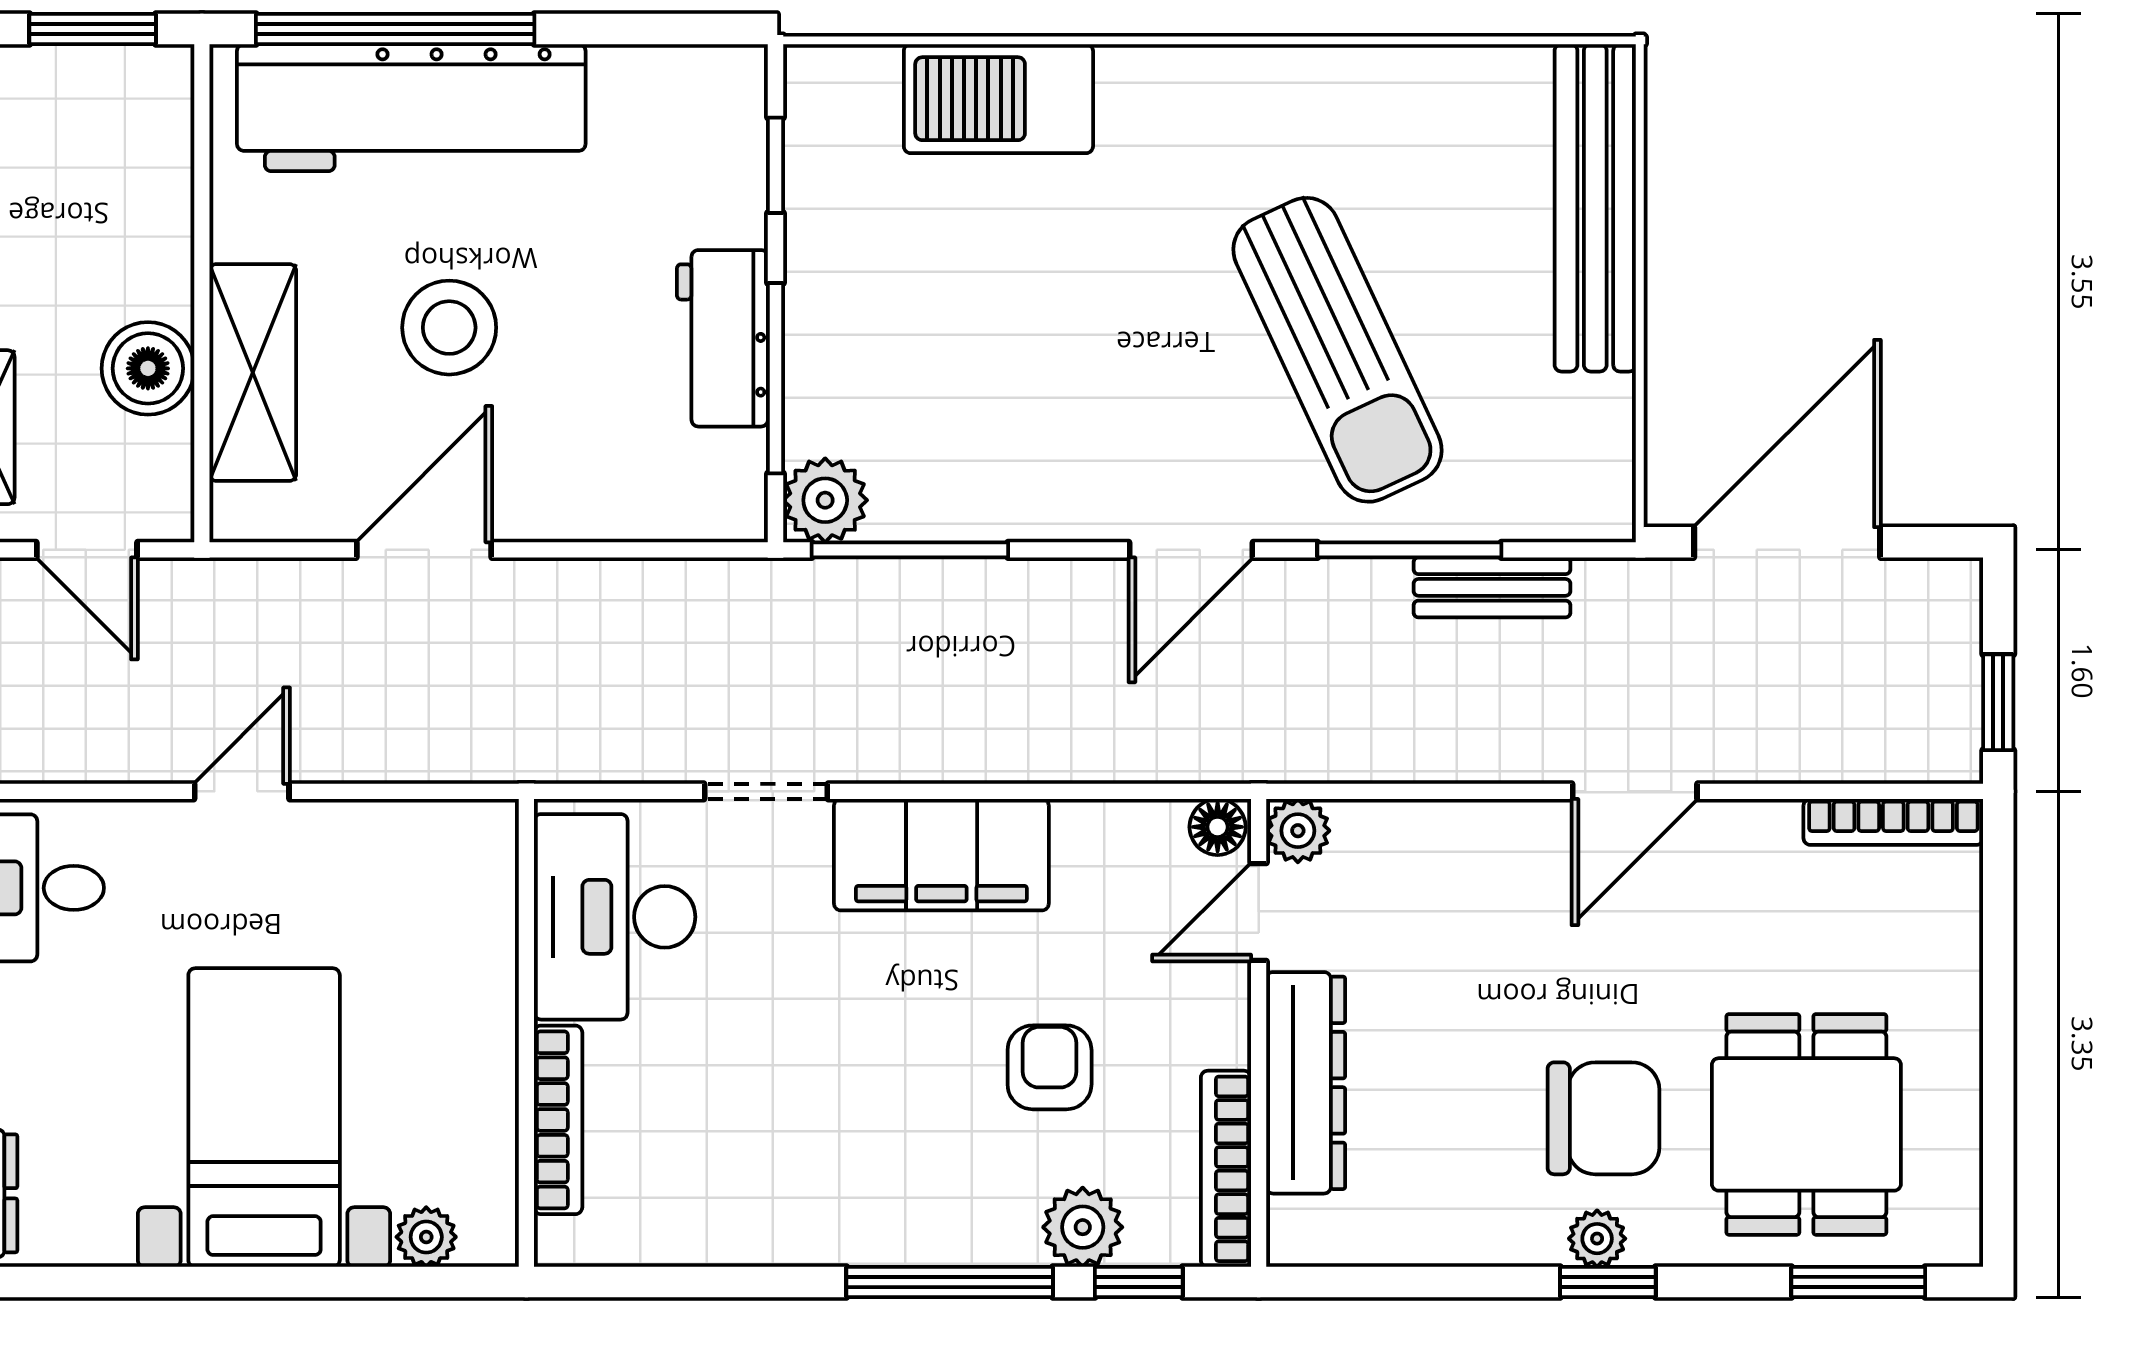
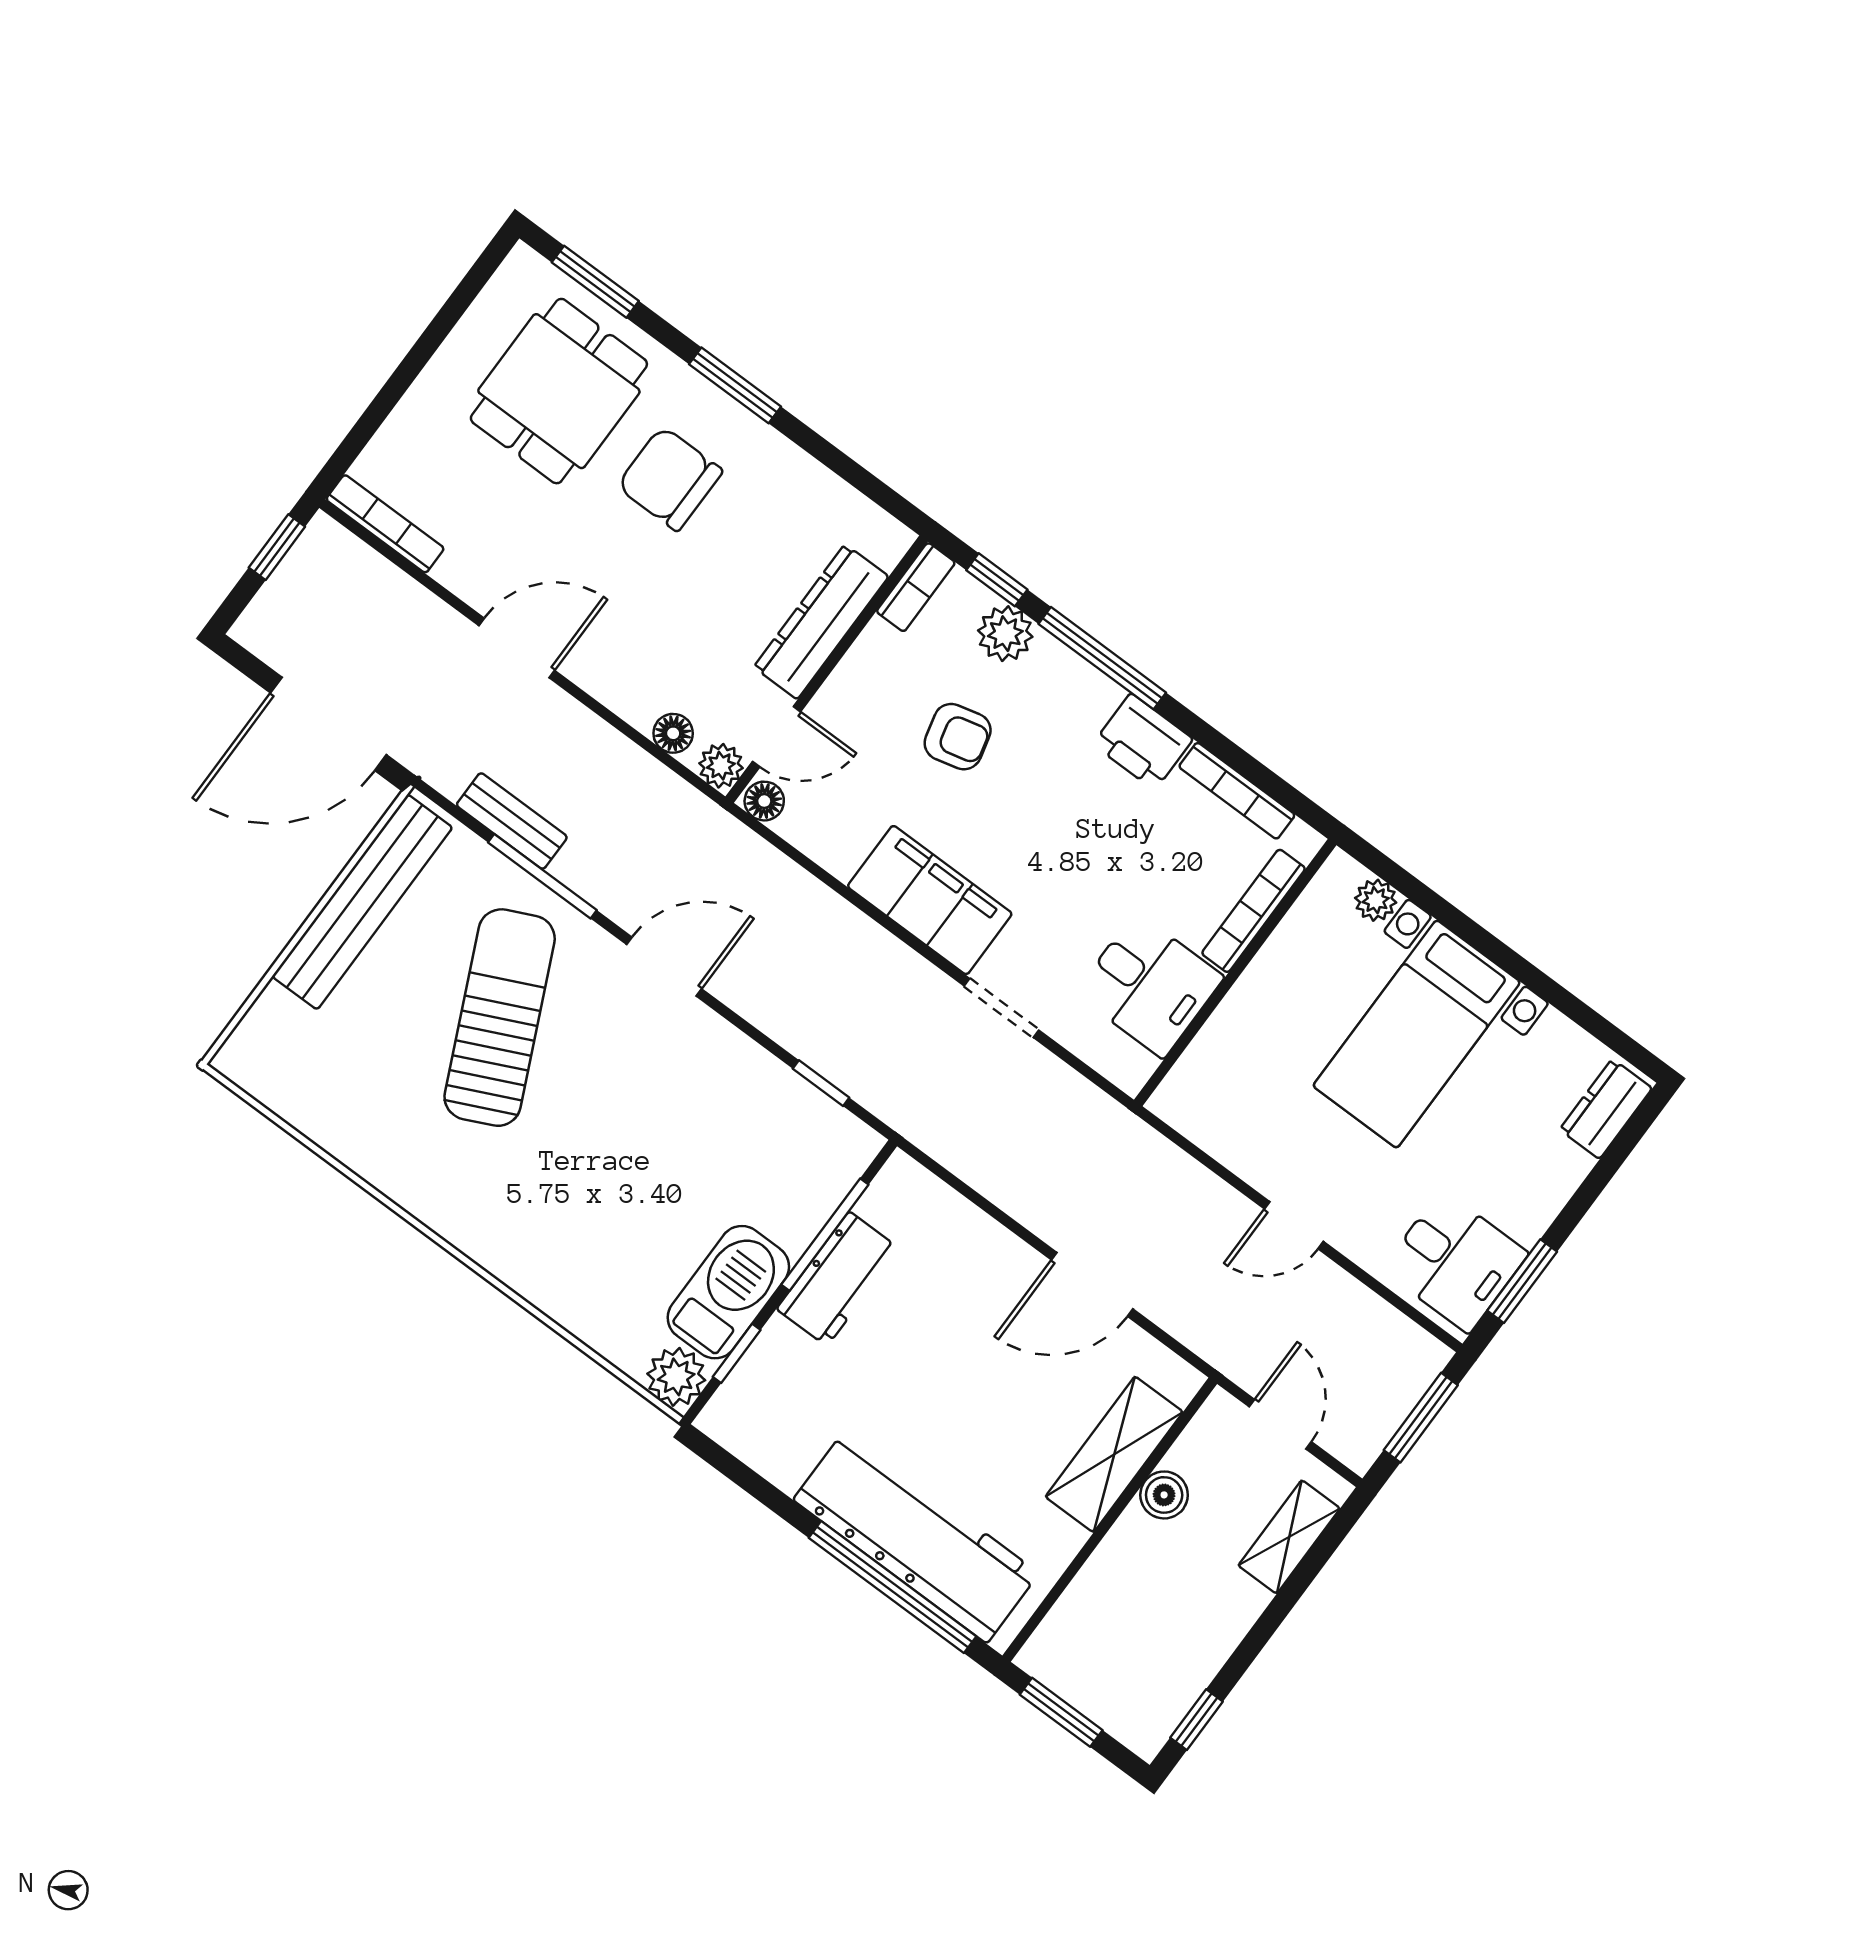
barbecue: (998, 99) -> (728, 1292), moved, turned -90
bench: (1595, 208) -> (362, 902), moved
stool: (449, 328) -> (986, 1398), removed
boiler: (148, 368) -> (1164, 1495), width x0.73, depth x0.73
plant: (825, 500) -> (676, 1377), moved
window: (910, 550) -> (821, 1083), width x0.46
floor lamp: (1381, 827) -> (673, 733), added
desk: (615, 917) -> (1149, 985), width x0.73
armchair: (1050, 1067) -> (958, 737), turned -104
bookcase: (1226, 1169) -> (916, 587), width x0.64
printer: (831, 1220) -> (1143, 742), added
plant: (1597, 1239) -> (723, 414), removed
bookcase: (680, 1244) -> (1237, 791), added
window: (1608, 1282) -> (735, 385), width x1.50

